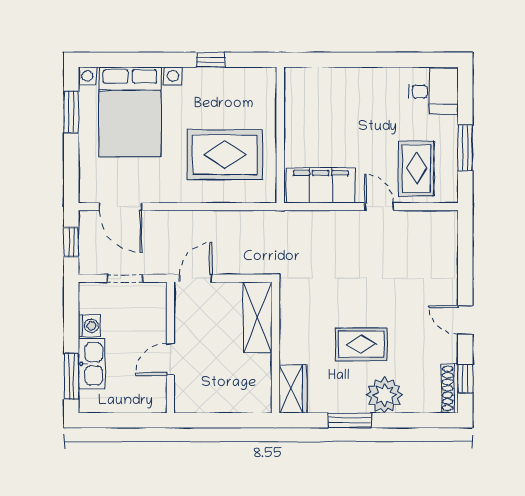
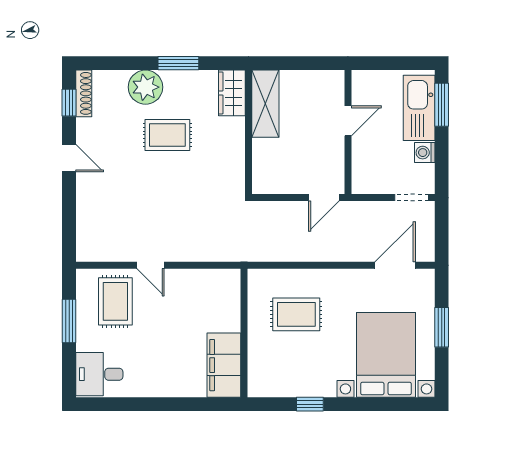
window: (71, 112) -> (442, 327), moved
rug: (225, 155) -> (296, 314), width x0.73, depth x0.70
filing cabinet: (321, 185) -> (224, 365), moved, turned 90
door: (120, 207) -> (395, 265), hinge flipped
window: (71, 242) -> (442, 232), removed
doorway: (125, 278) -> (412, 198), moved
shelving: (258, 317) -> (265, 104), moved
kitchen sink: (92, 364) -> (419, 108), width x1.36, depth x1.24

